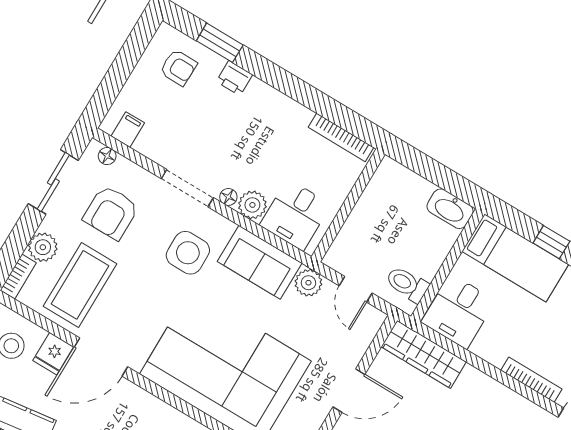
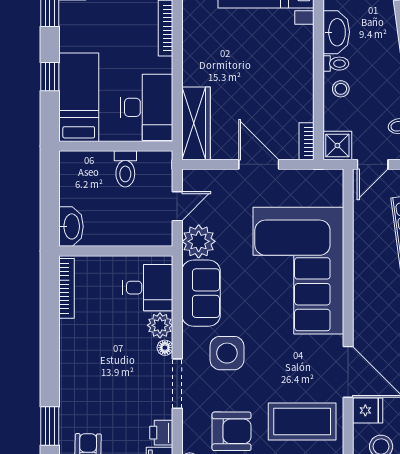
printer: (234, 78) -> (161, 433), moved, turned 180
washbasin: (450, 209) -> (71, 226), moved
plant: (308, 283) -> (199, 241), width x1.36, depth x1.36
toilet: (407, 284) -> (125, 169), moved
desk: (458, 311) -> (147, 107), width x1.37

